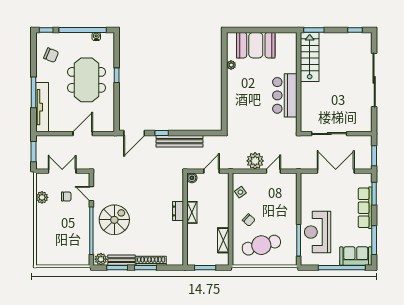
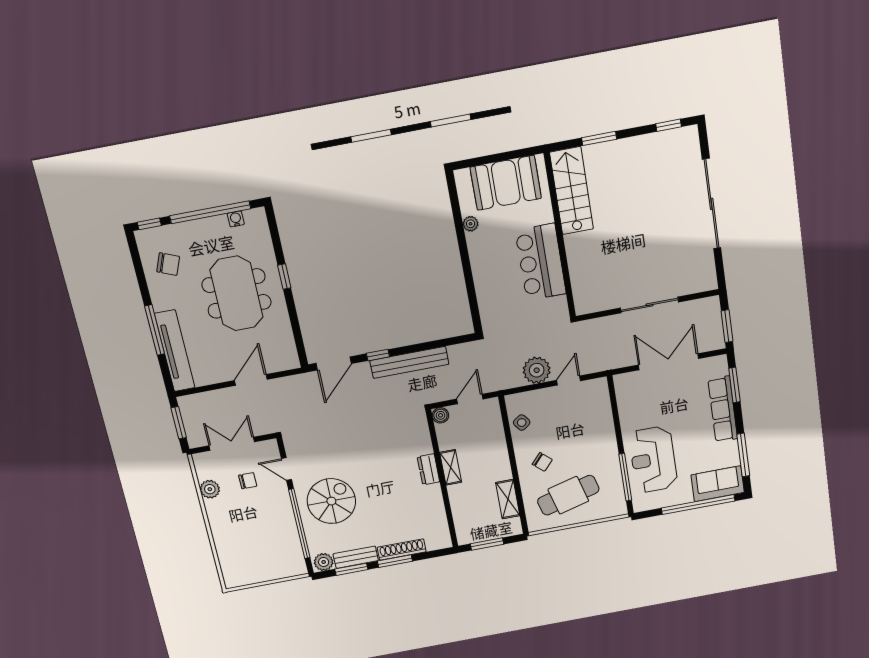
stairs: (310, 57) -> (572, 191), moved
wall: (299, 82) -> (560, 236), moved
bar counter: (285, 95) -> (541, 262), moved

